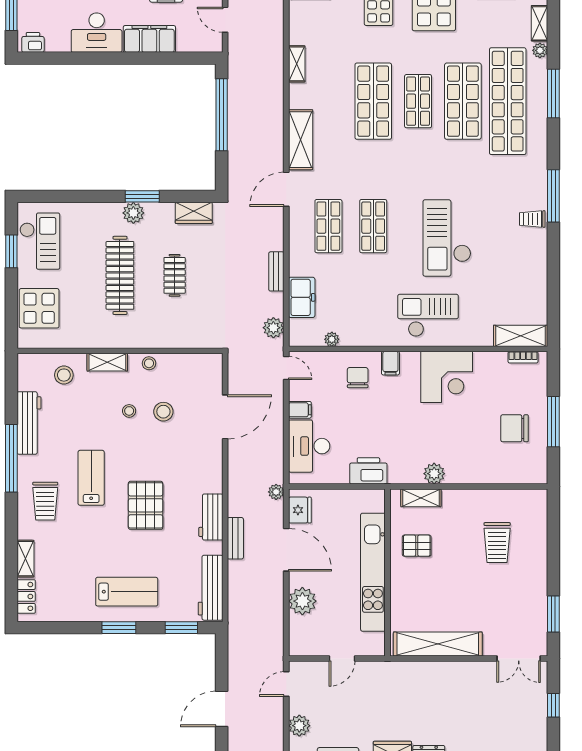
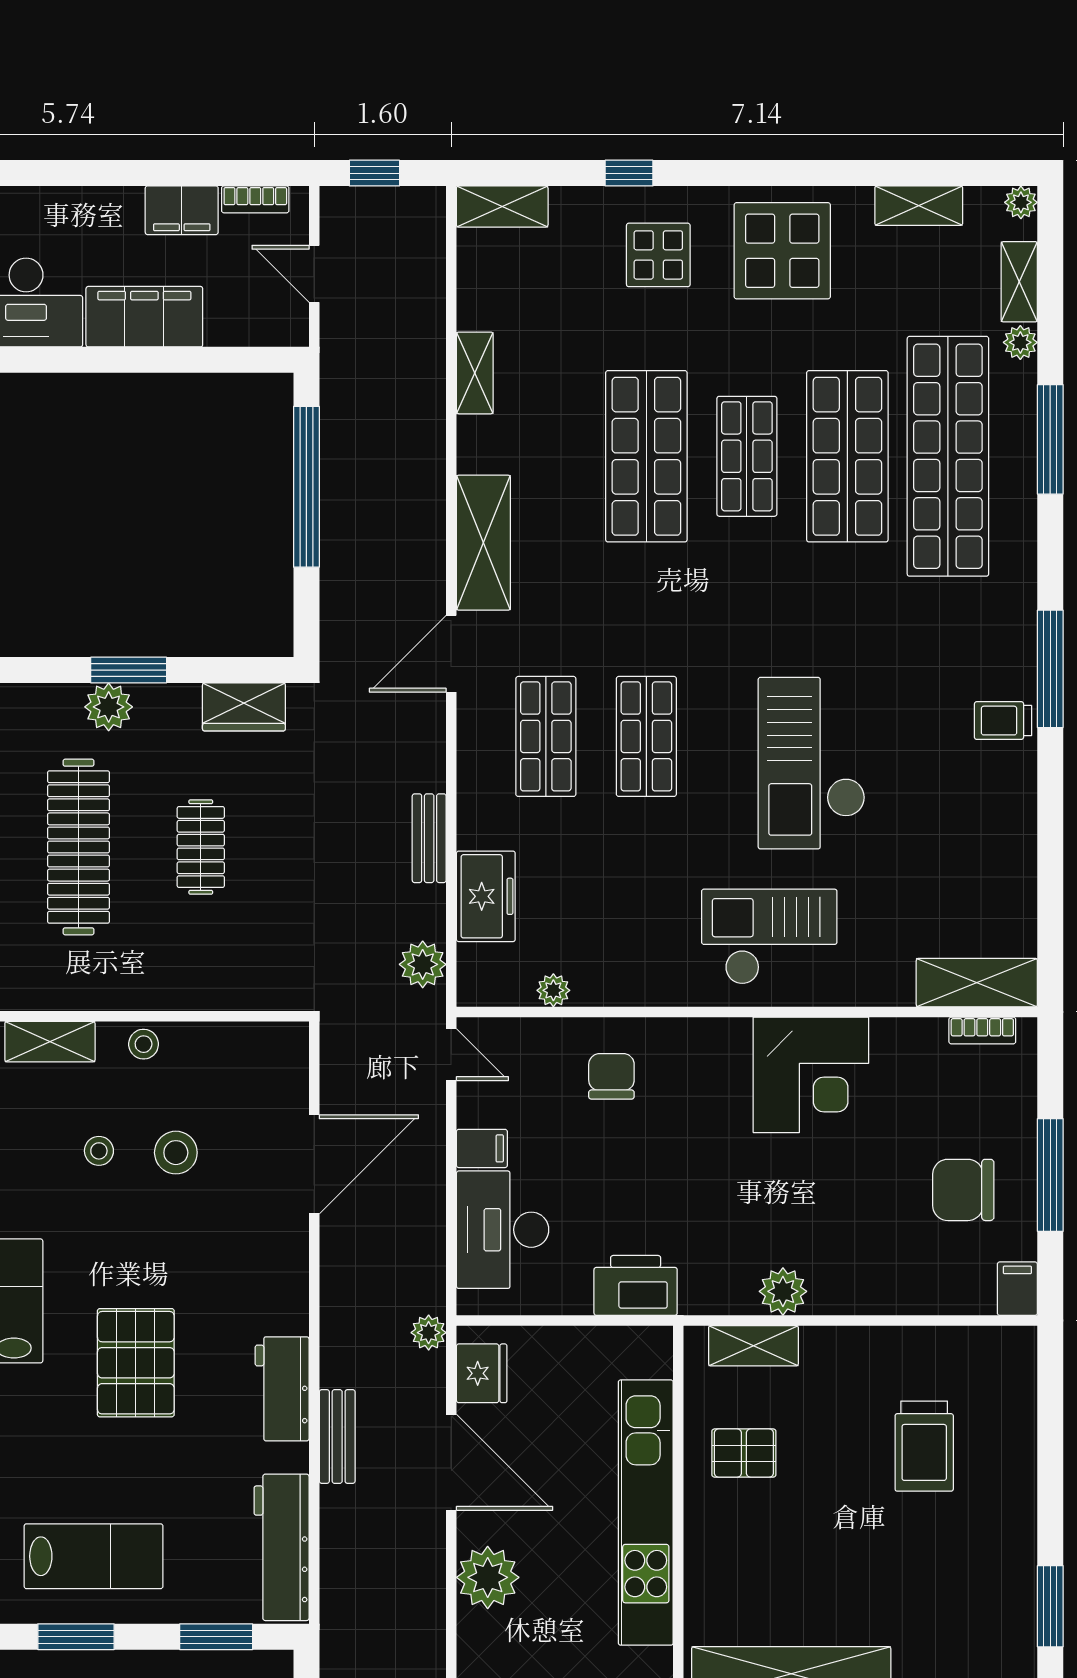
filing cabinet: (390, 363) -> (1017, 1289), moved, turned 180

